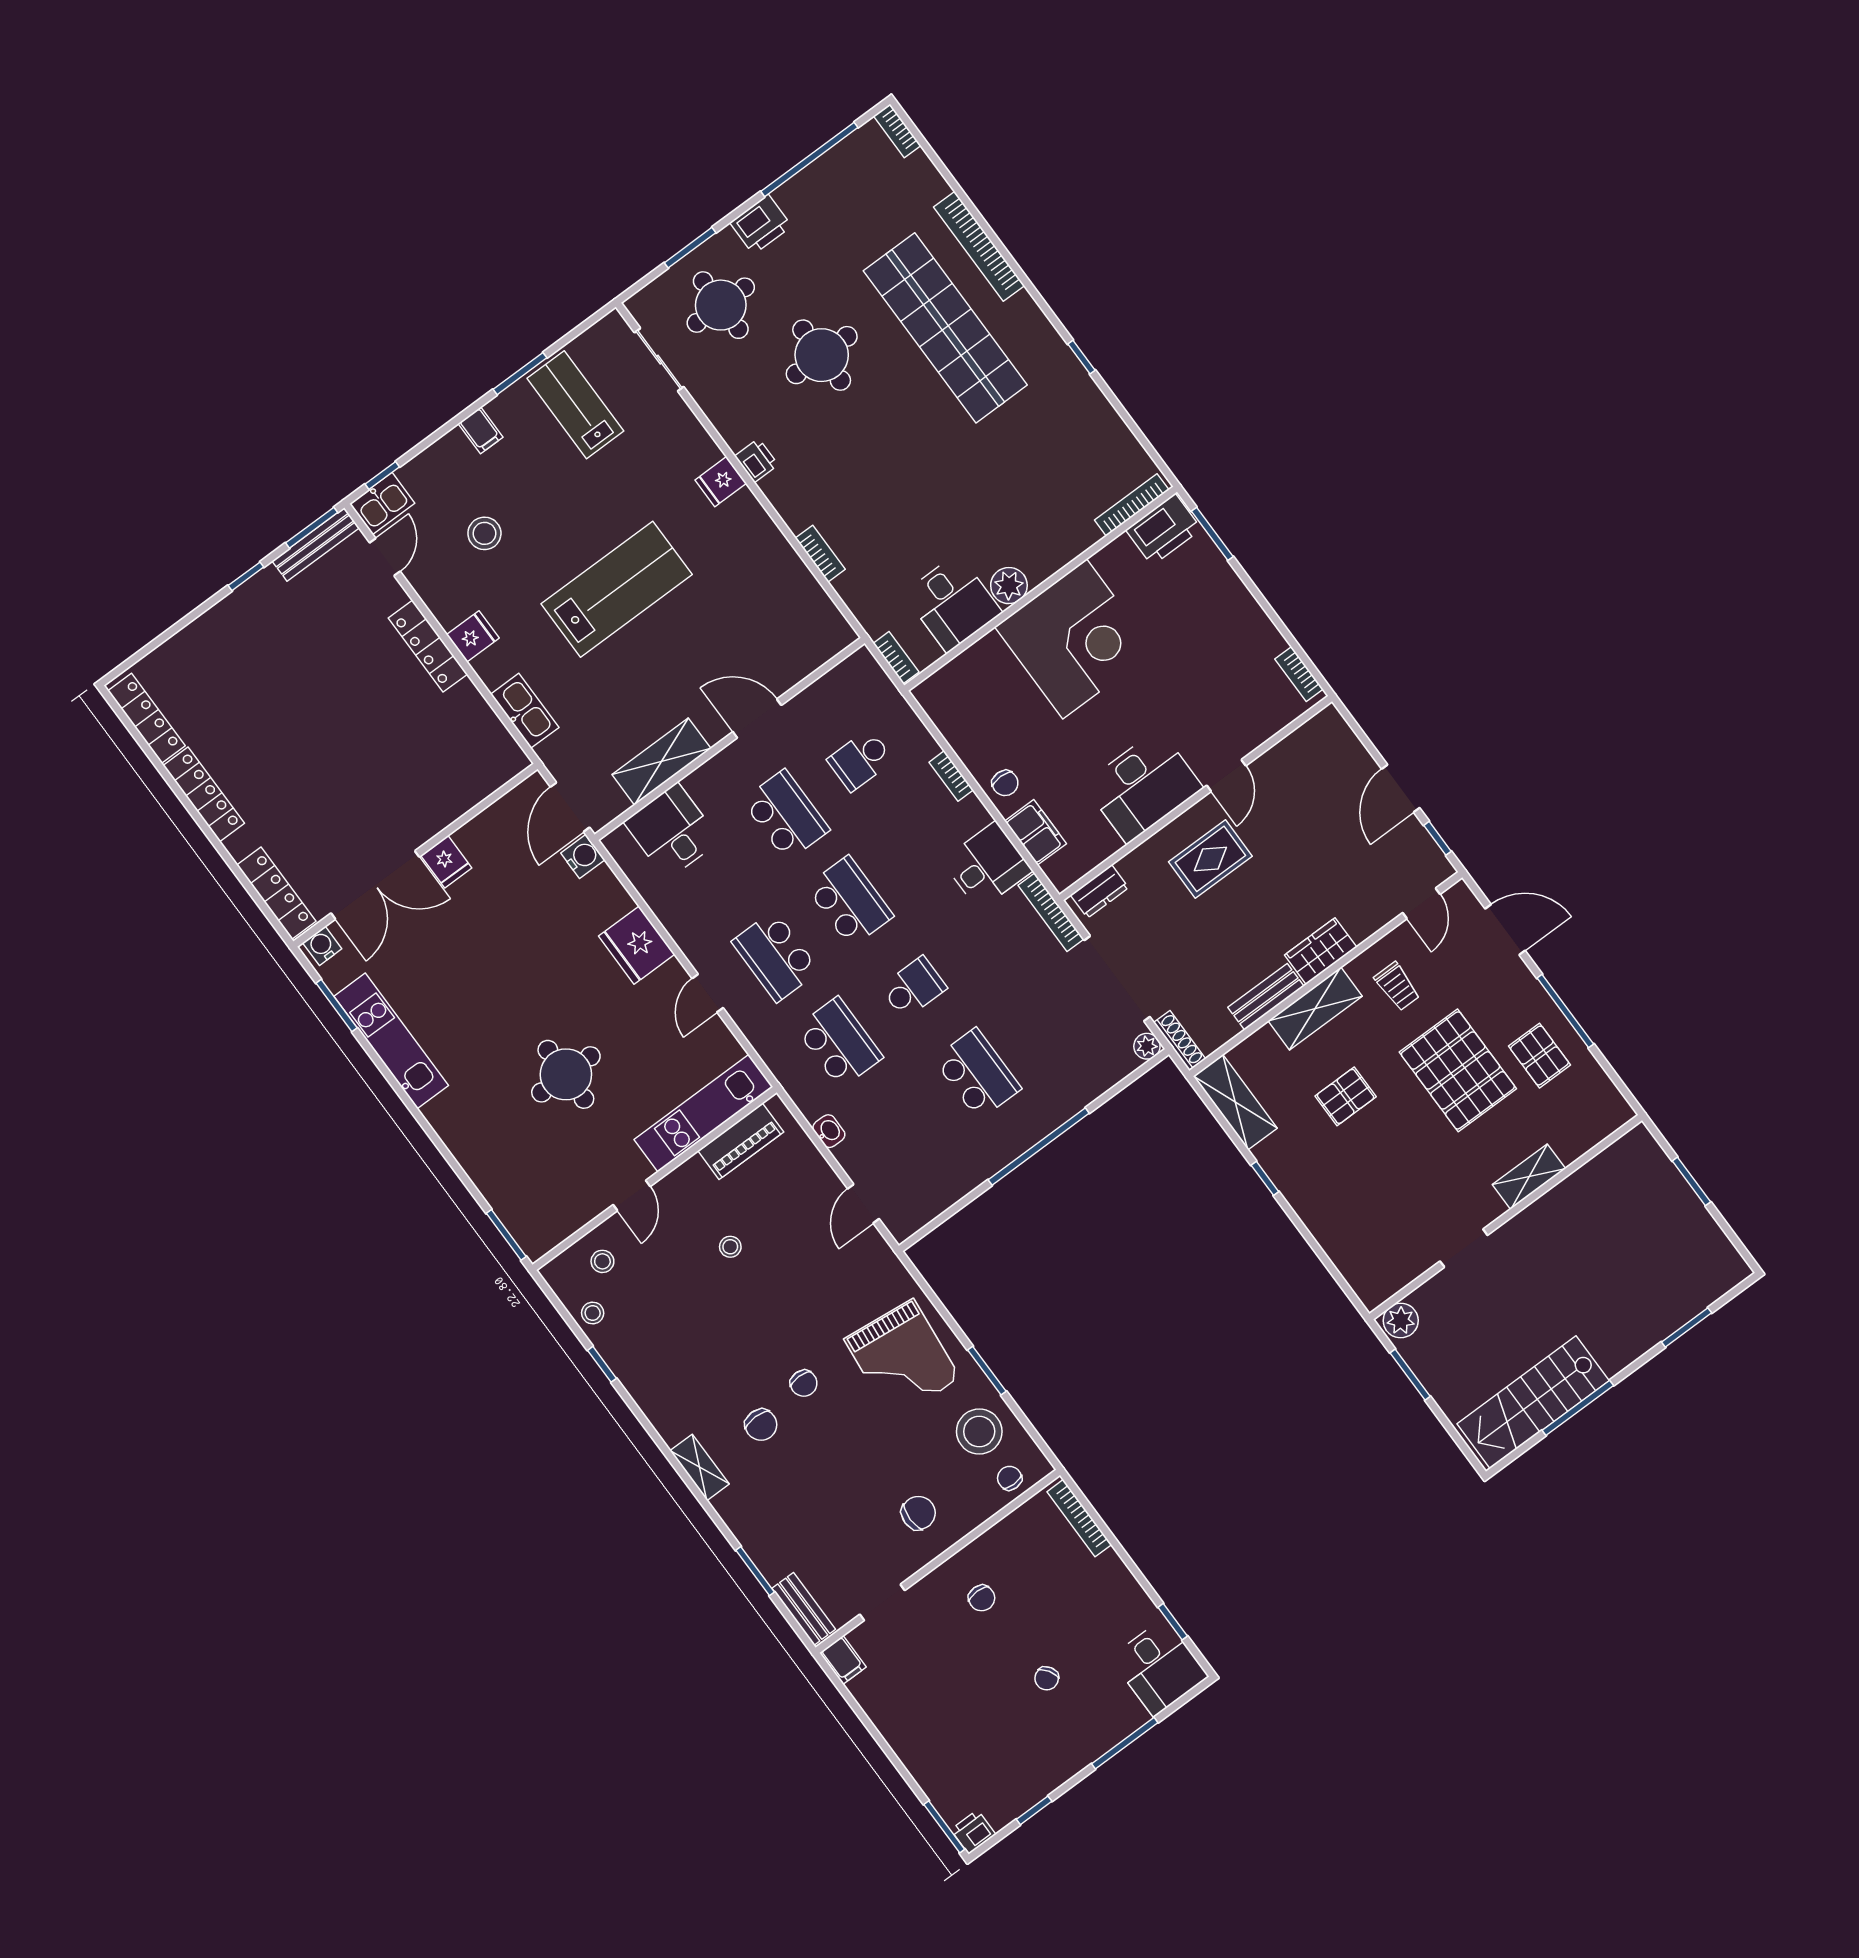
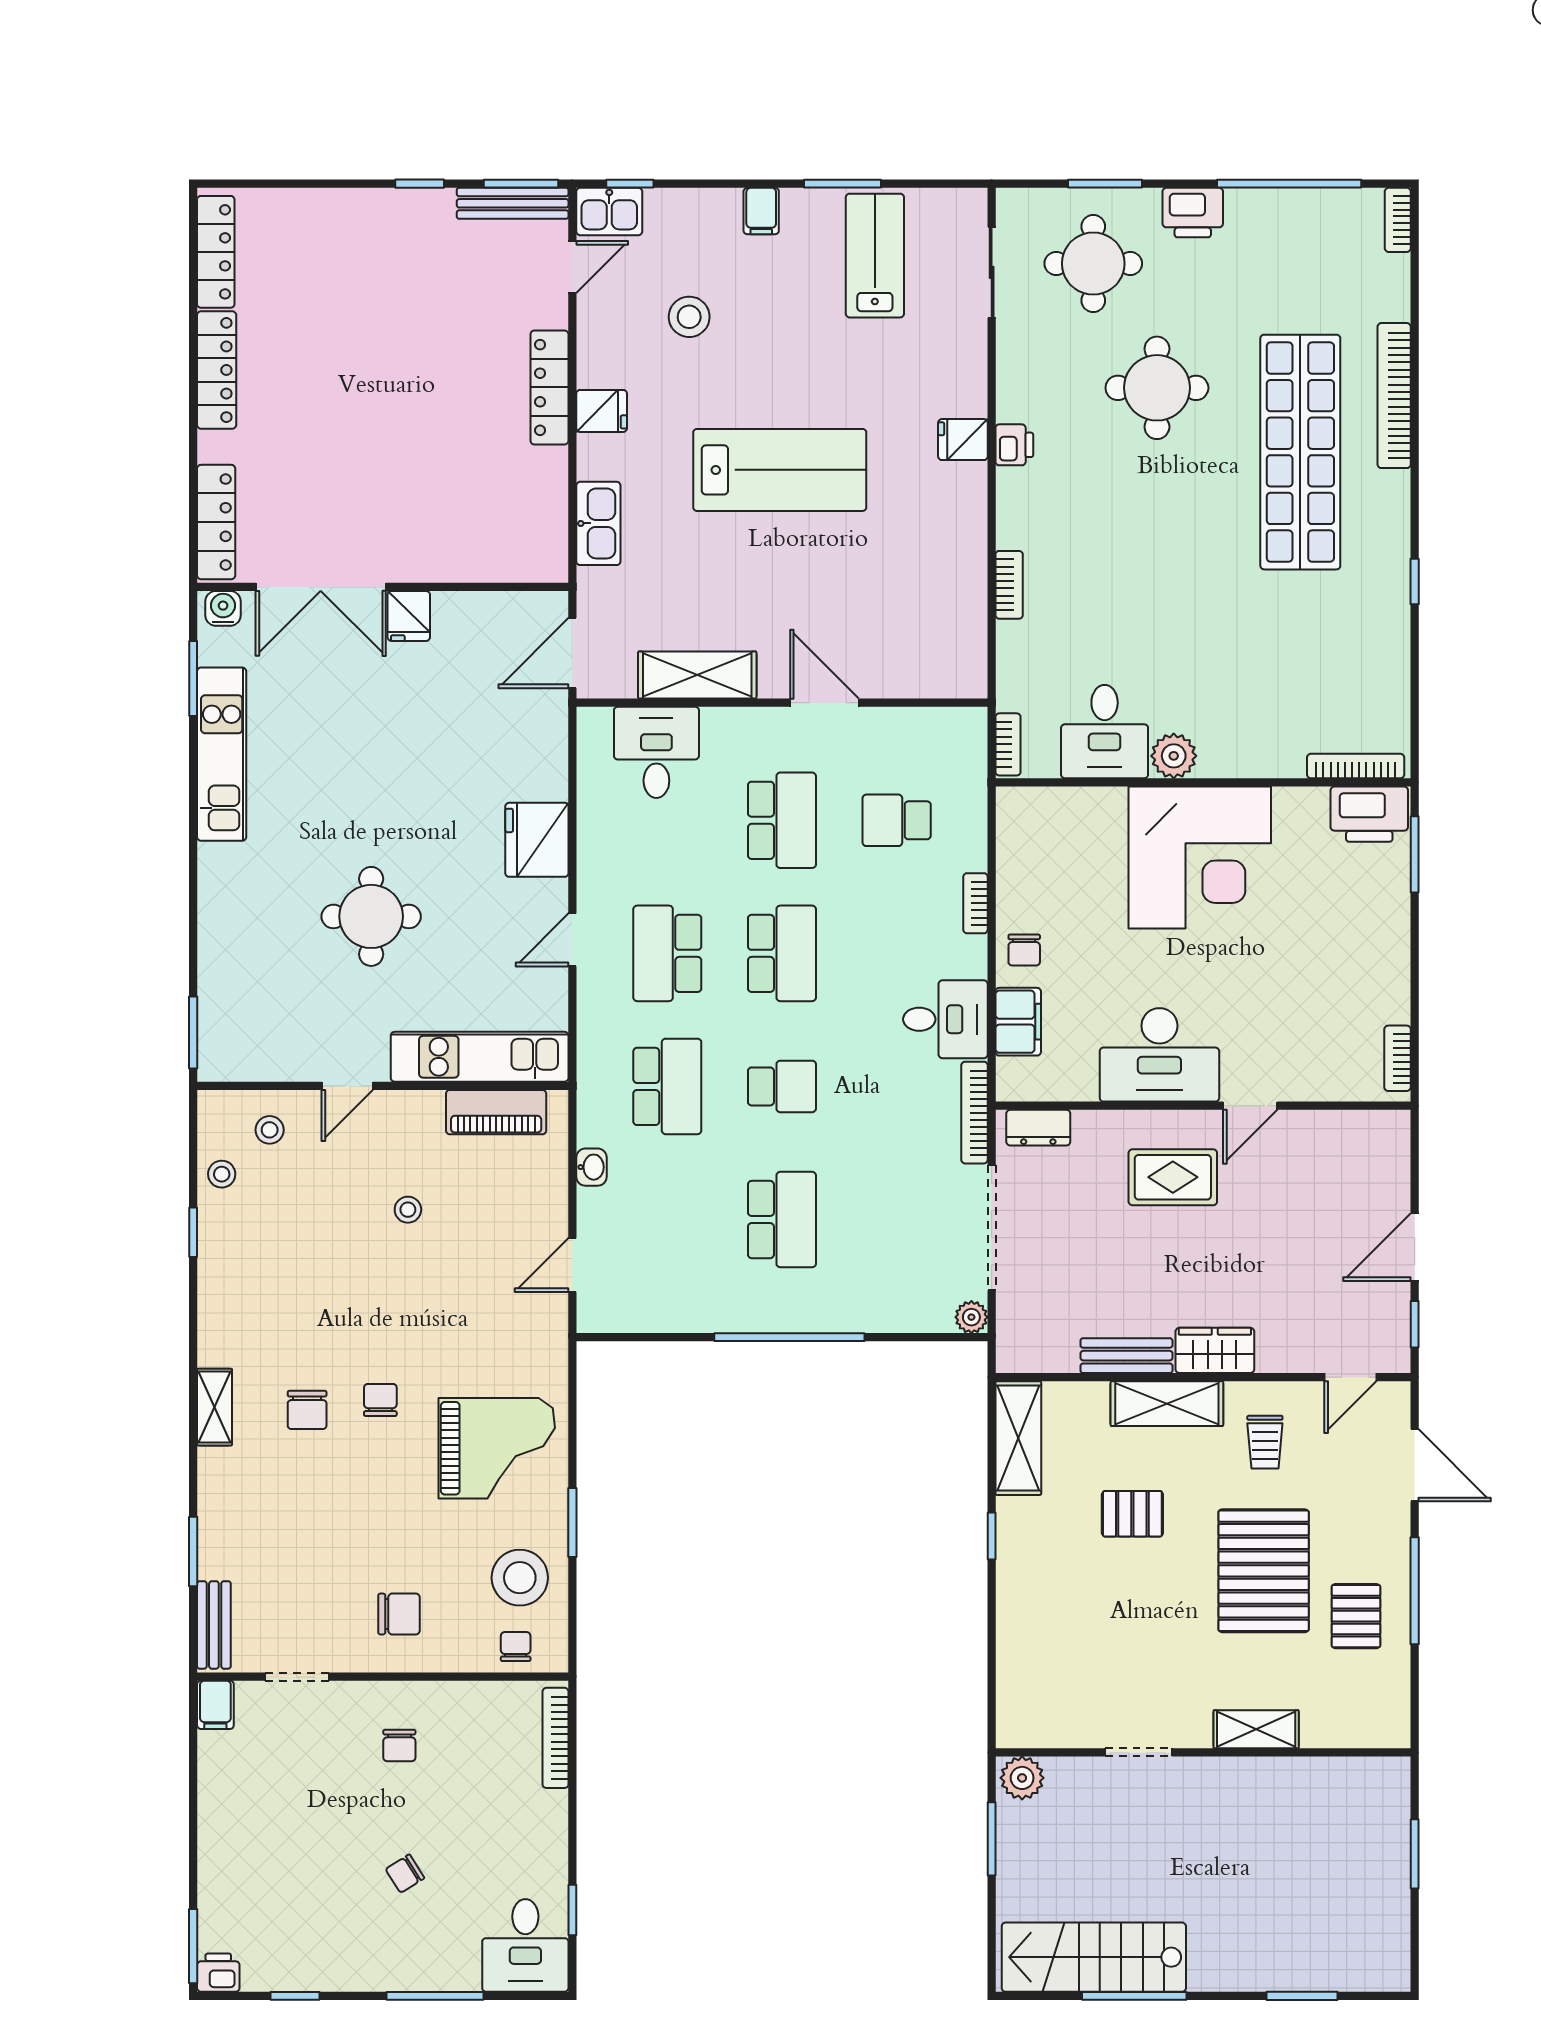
water cooler: (583, 856) -> (549, 711), removed
shoe rack: (1180, 1041) -> (1008, 1336), removed
grand piano: (902, 1359) -> (497, 1448), turned -96
chair: (804, 1383) -> (380, 1400), turned 180

